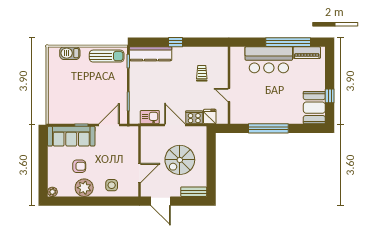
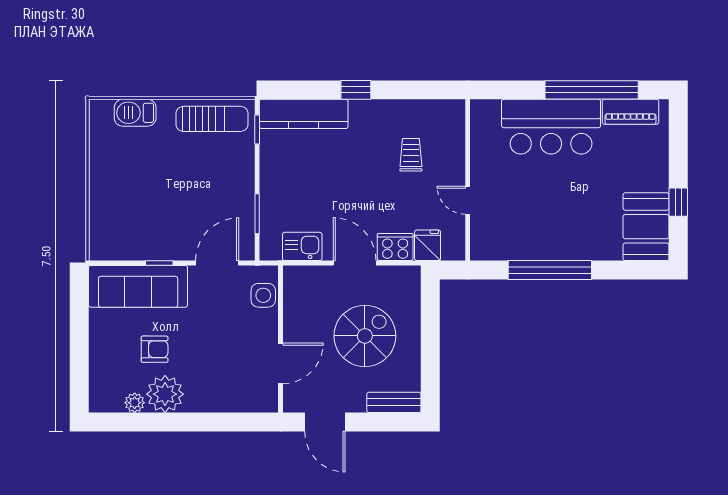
spiral stairs: (180, 160) -> (365, 336), turned 180
side table: (112, 185) -> (263, 295), moved
plant: (52, 192) -> (135, 403), moved

